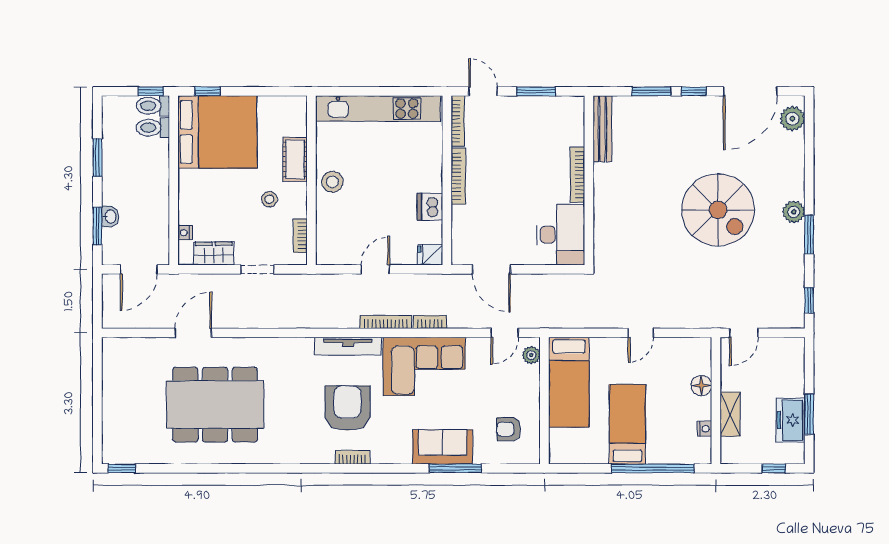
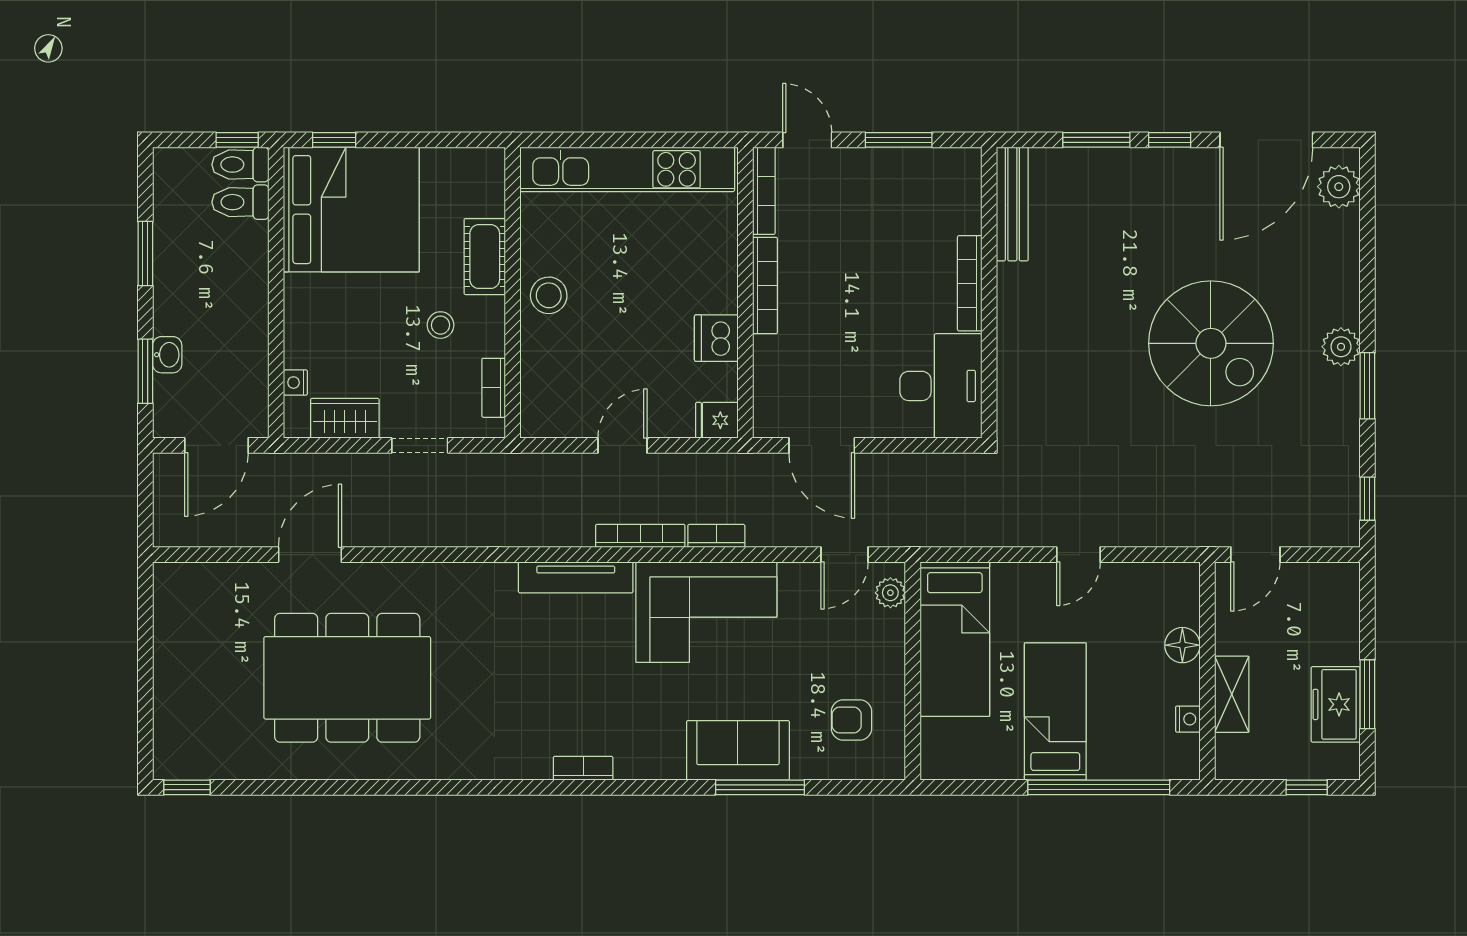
armchair: (347, 408) -> (575, 684), removed

